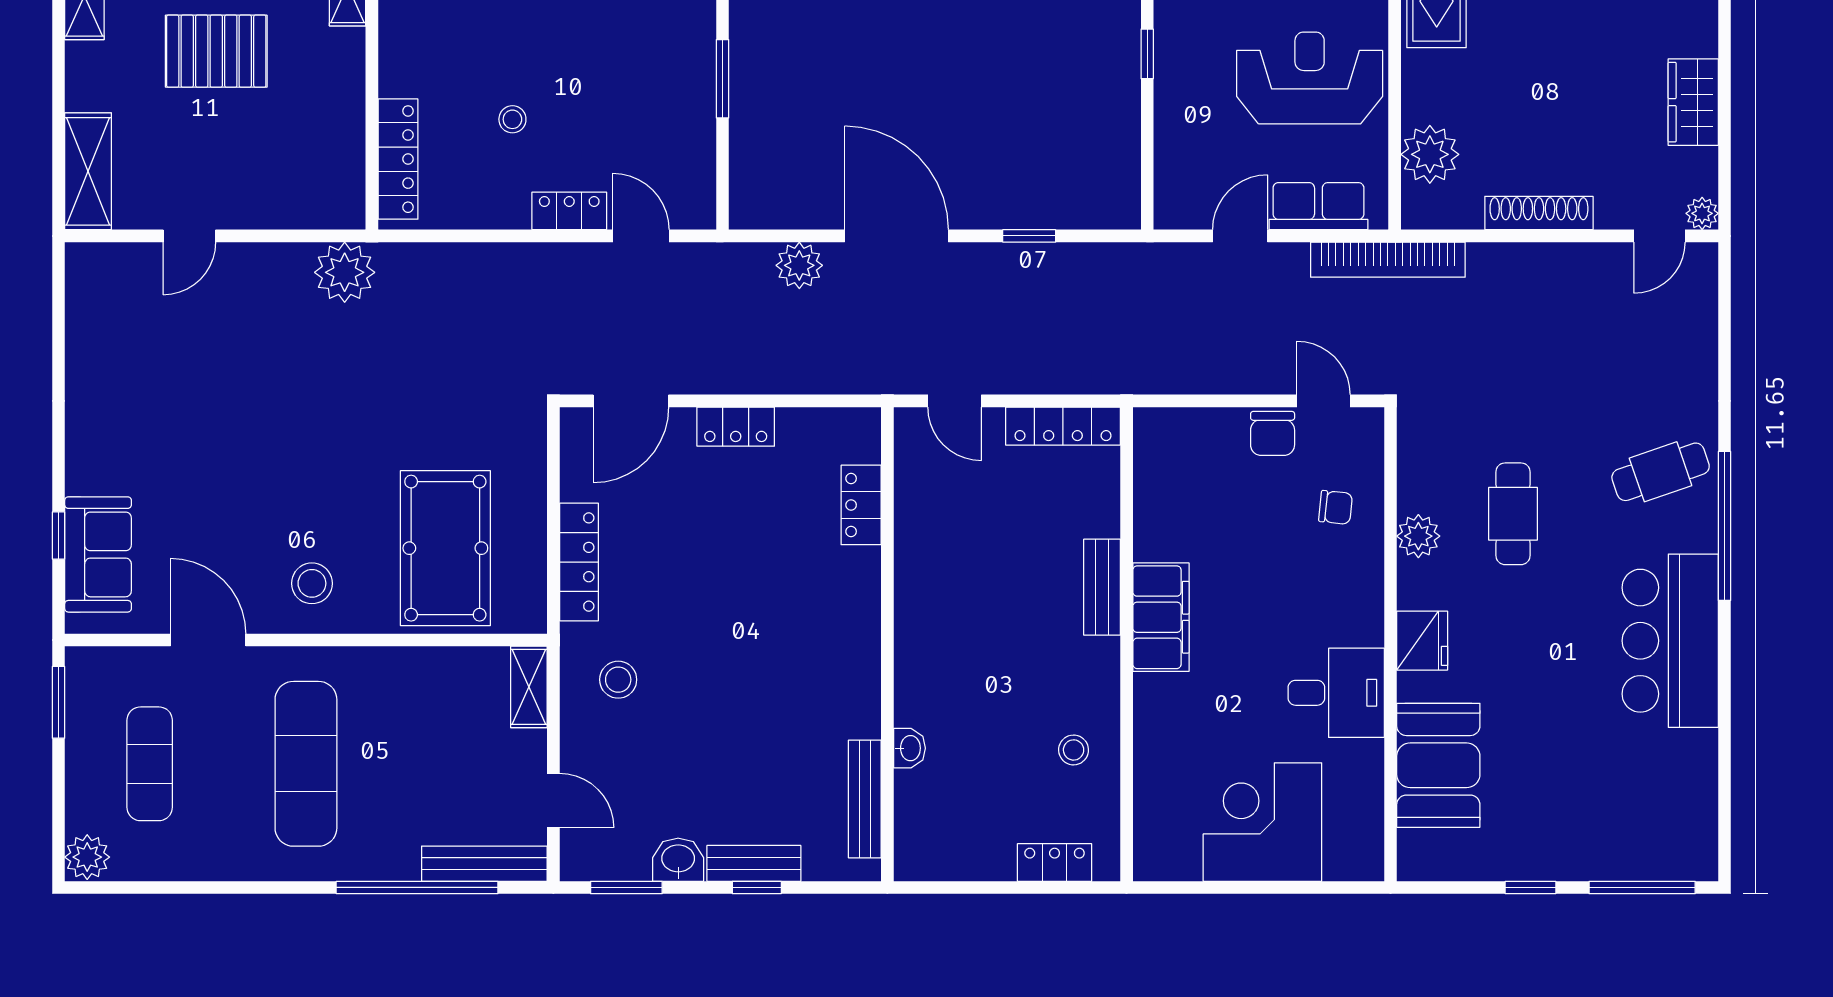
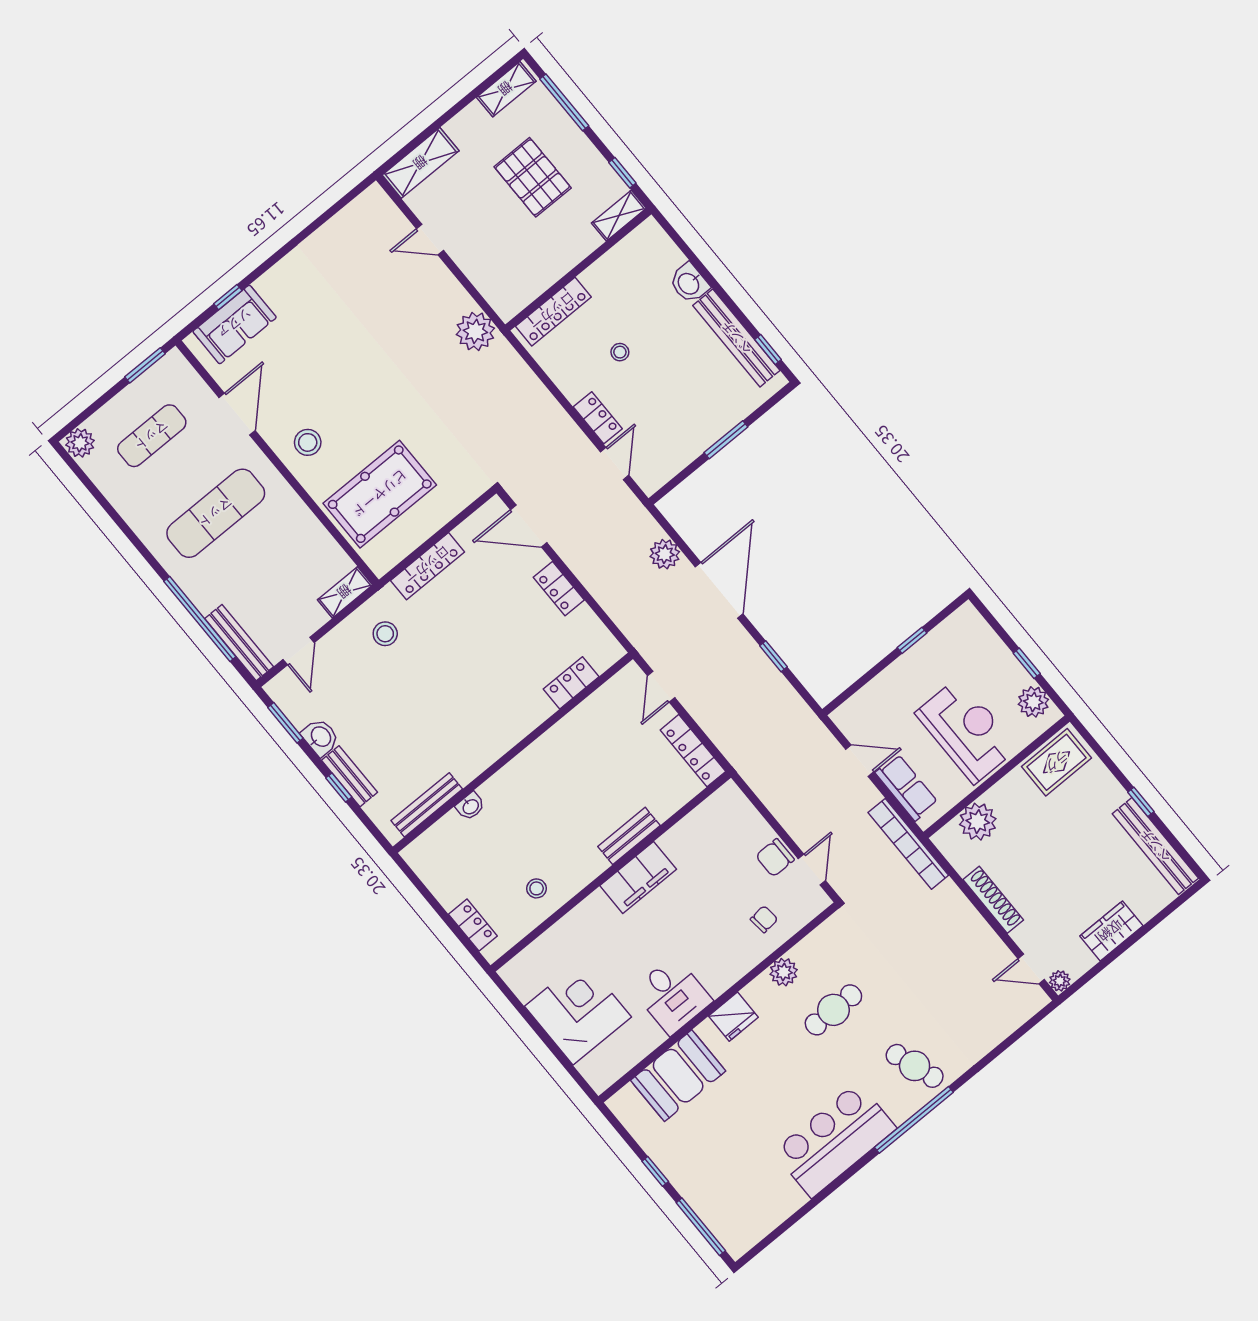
chair: (1336, 507) -> (764, 919), turned -102

